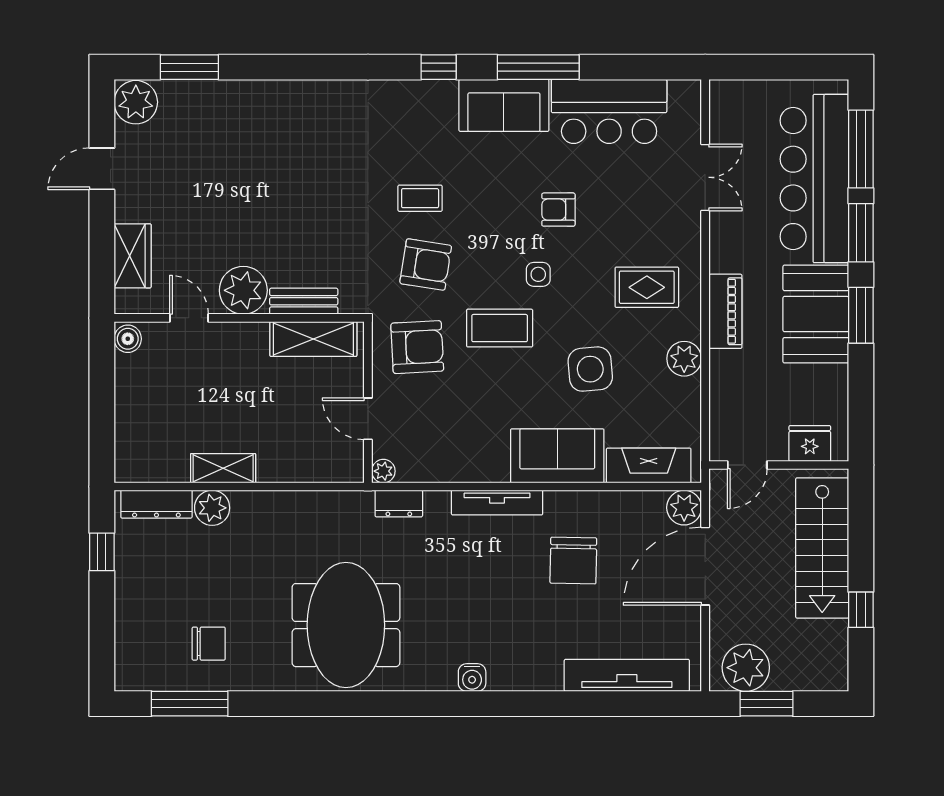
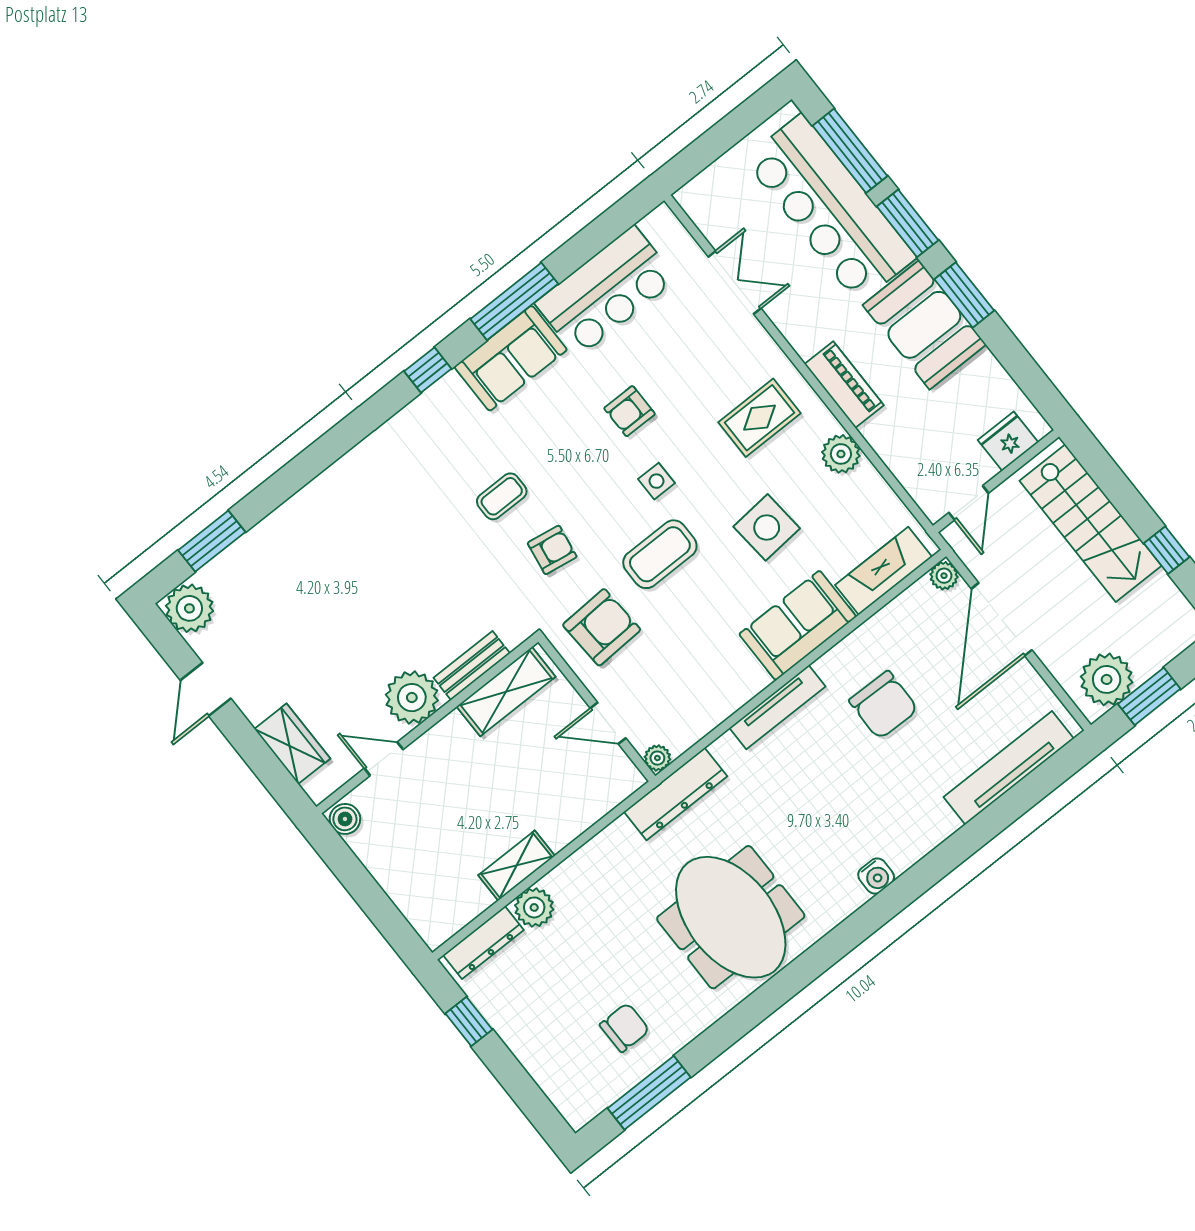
armchair: (426, 265) -> (552, 550), width x0.72, depth x0.72
dresser: (399, 504) -> (676, 794), width x1.96, depth x1.24
plant: (684, 508) -> (944, 576), width x0.73, depth x0.73

